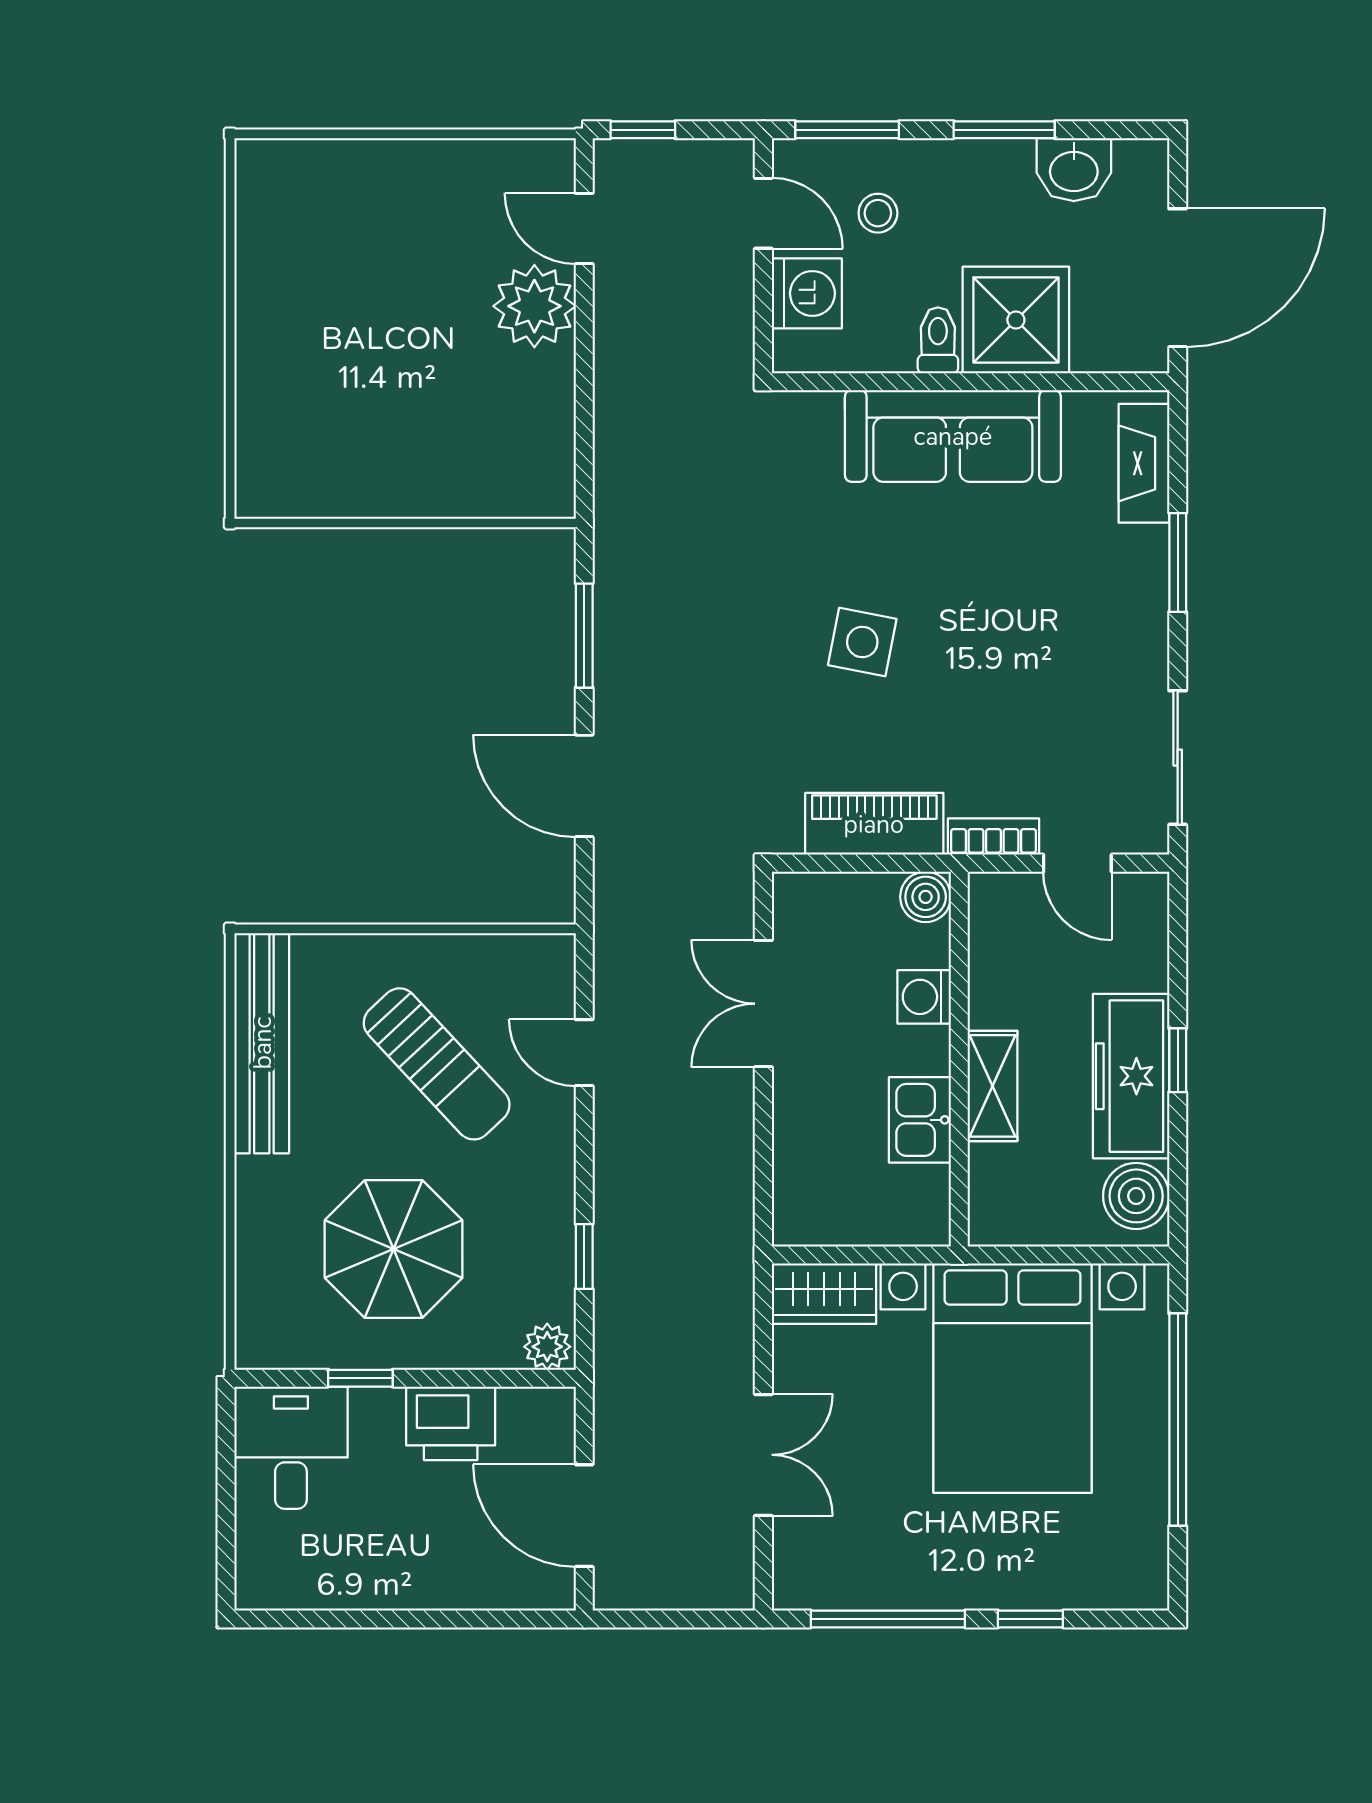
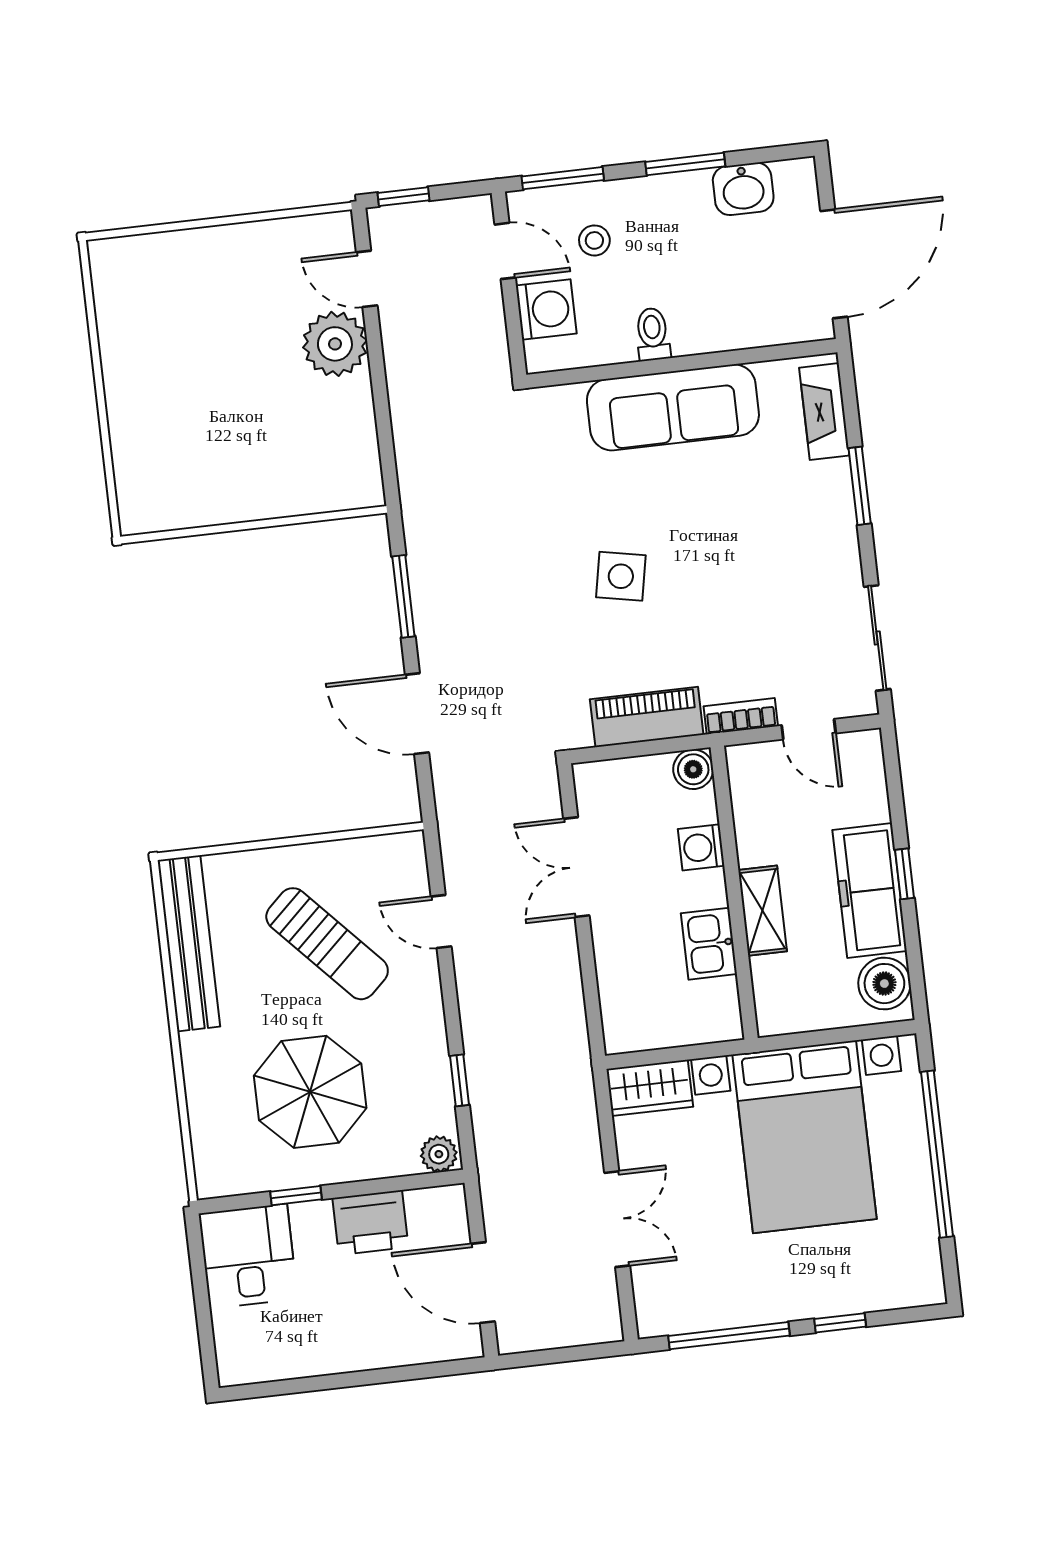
shower: (1016, 320) -> (712, 311), removed

